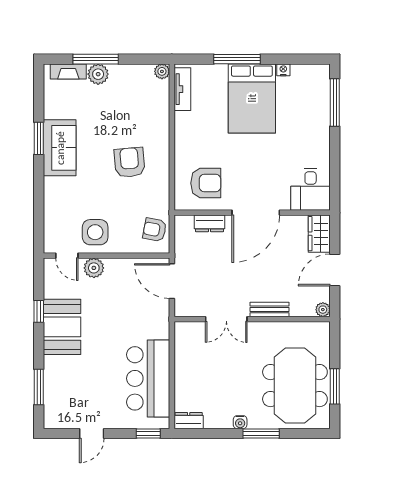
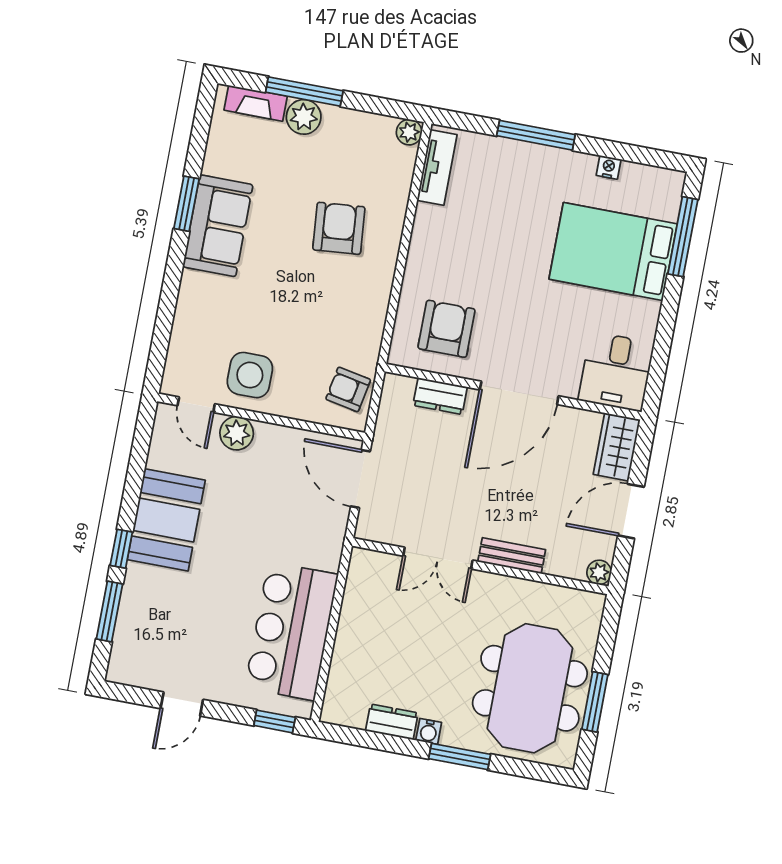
bed: (252, 98) -> (613, 252), moved, turned 90
armchair: (130, 162) -> (339, 228), moved
armchair: (206, 183) -> (447, 329), turned -90
window: (39, 311) -> (121, 549), moved
dresser: (189, 421) -> (392, 722), moved

